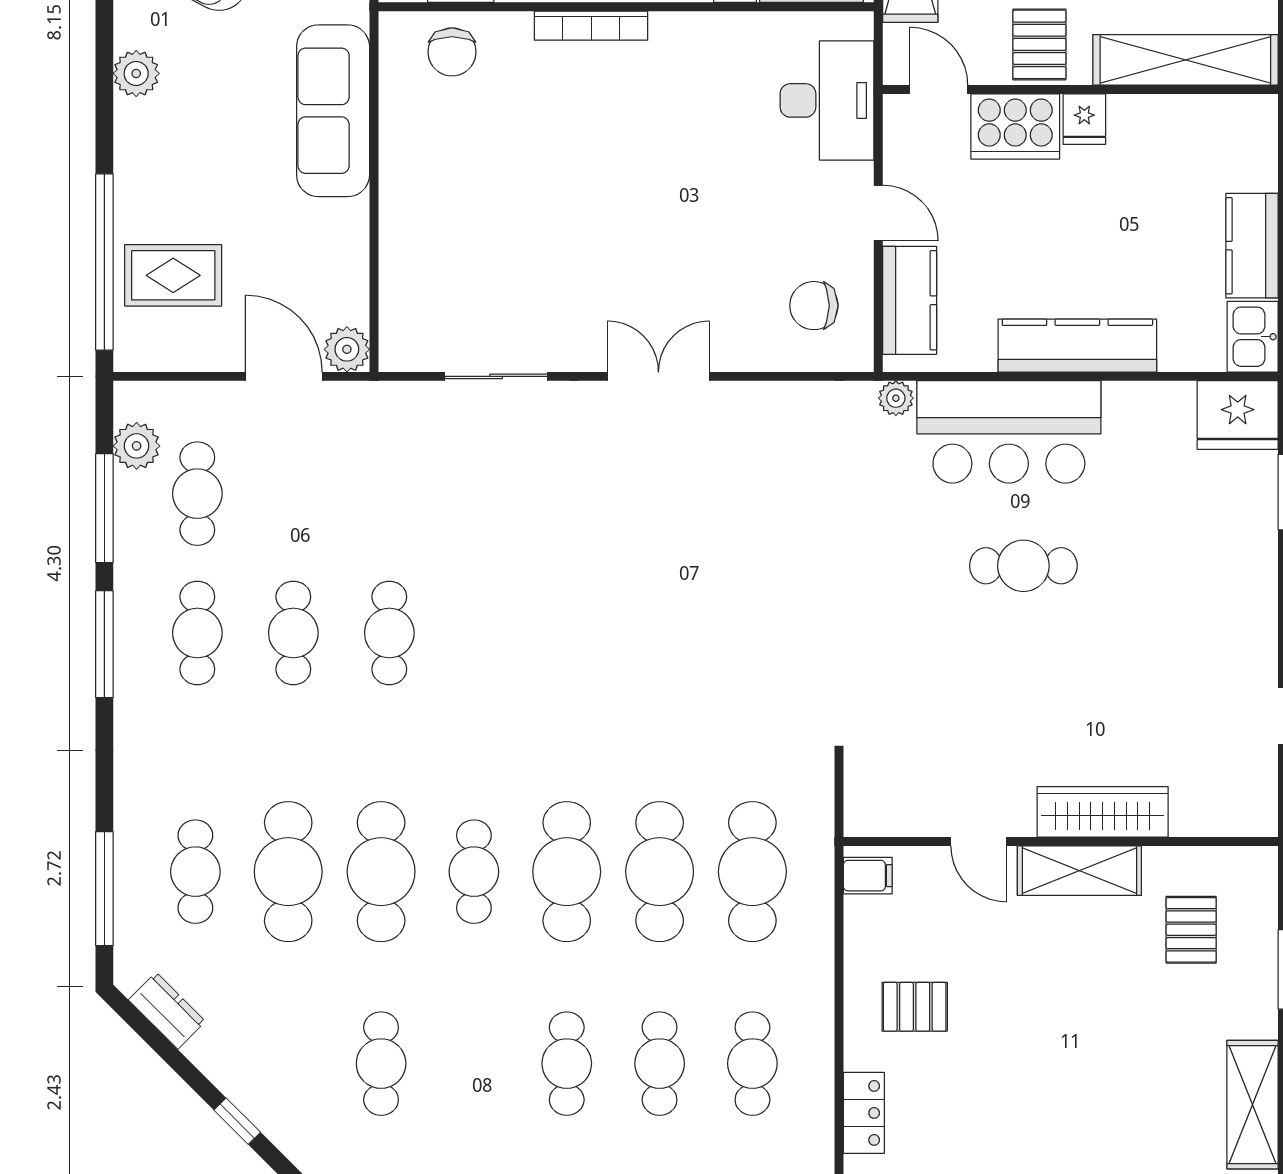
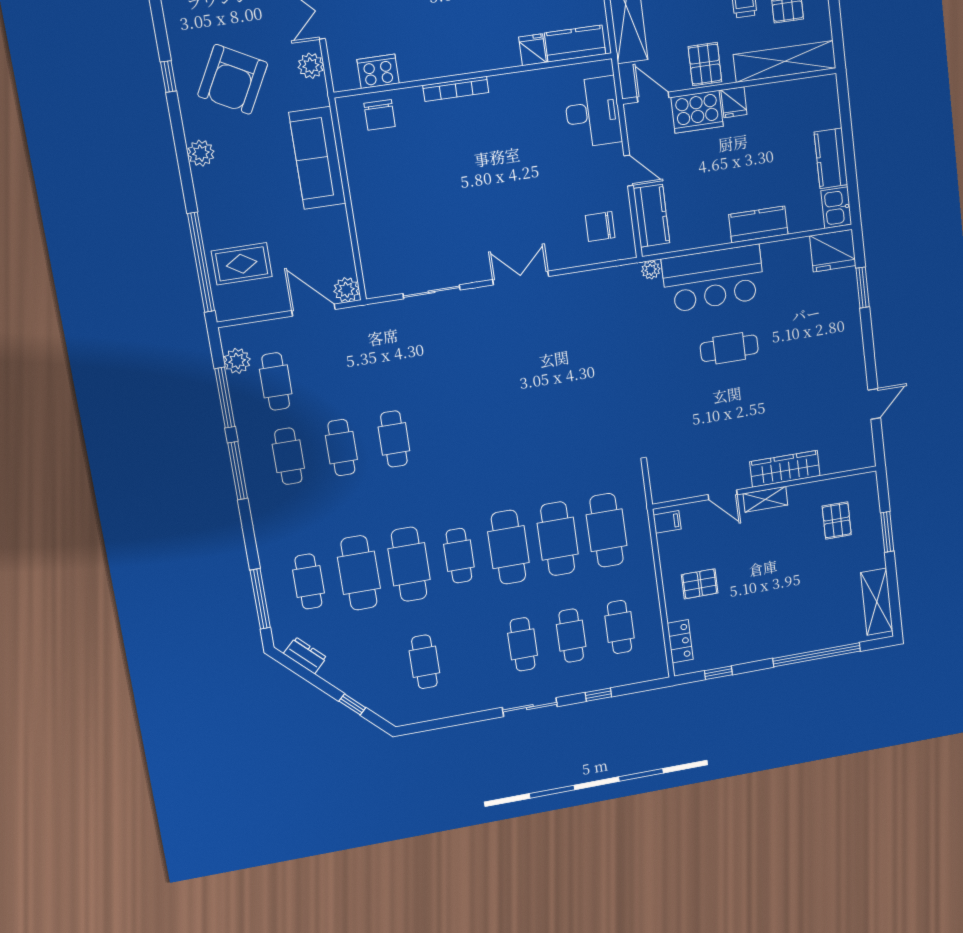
kitchen counter: (1077, 346) -> (758, 224), width x0.67
shelving: (1079, 871) -> (765, 499), width x0.67, depth x0.75

